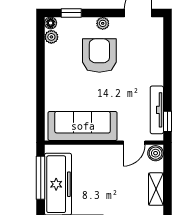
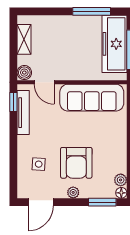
window: (71, 13) -> (102, 202), width x1.50
side table: (140, 54) -> (39, 164), added
door: (134, 143) -> (44, 82), swing flipped

